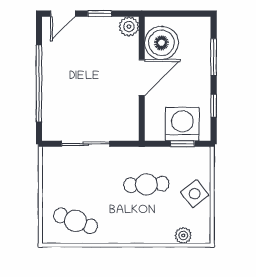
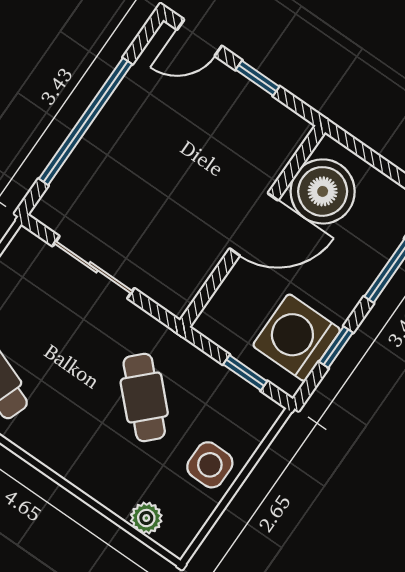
plant: (129, 27) -> (289, 130), removed
washing machine: (182, 124) -> (297, 338), moved, turned -90
cafe table: (146, 184) -> (144, 397), turned 48
side table: (195, 194) -> (210, 465), turned 38

